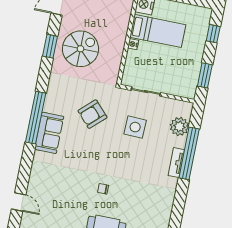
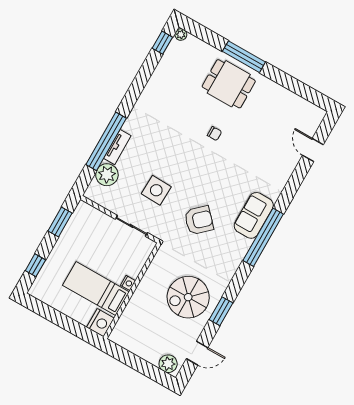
tv unit: (176, 163) -> (117, 147), moved

